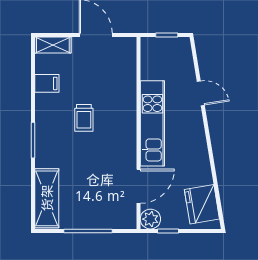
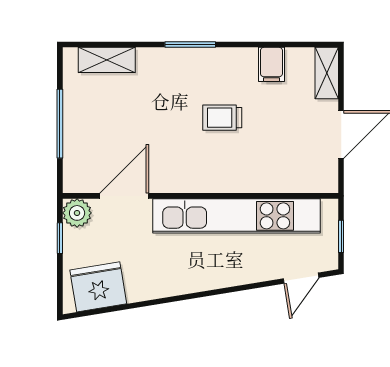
door: (201, 93) -> (301, 278), moved
kitchen unit: (152, 123) -> (236, 216), width x1.36
door: (138, 186) -> (124, 196), swing flipped
shelving: (47, 198) -> (107, 60), width x0.67, depth x0.75

